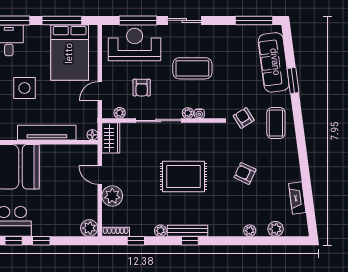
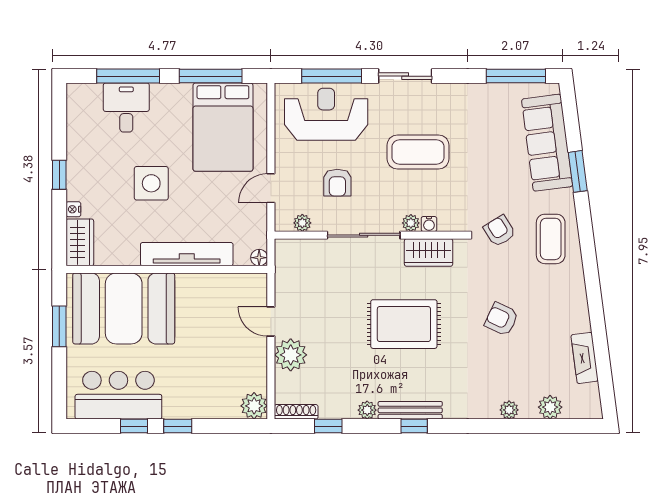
wardrobe: (111, 138) -> (429, 252), moved, turned 90

